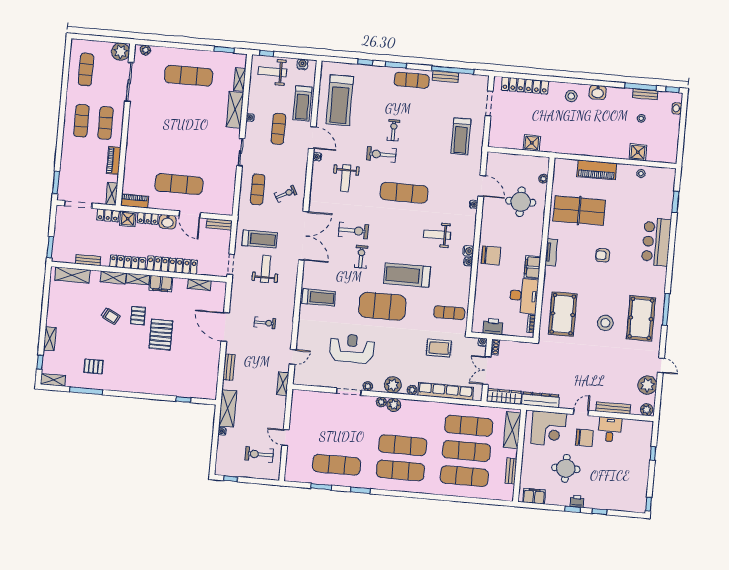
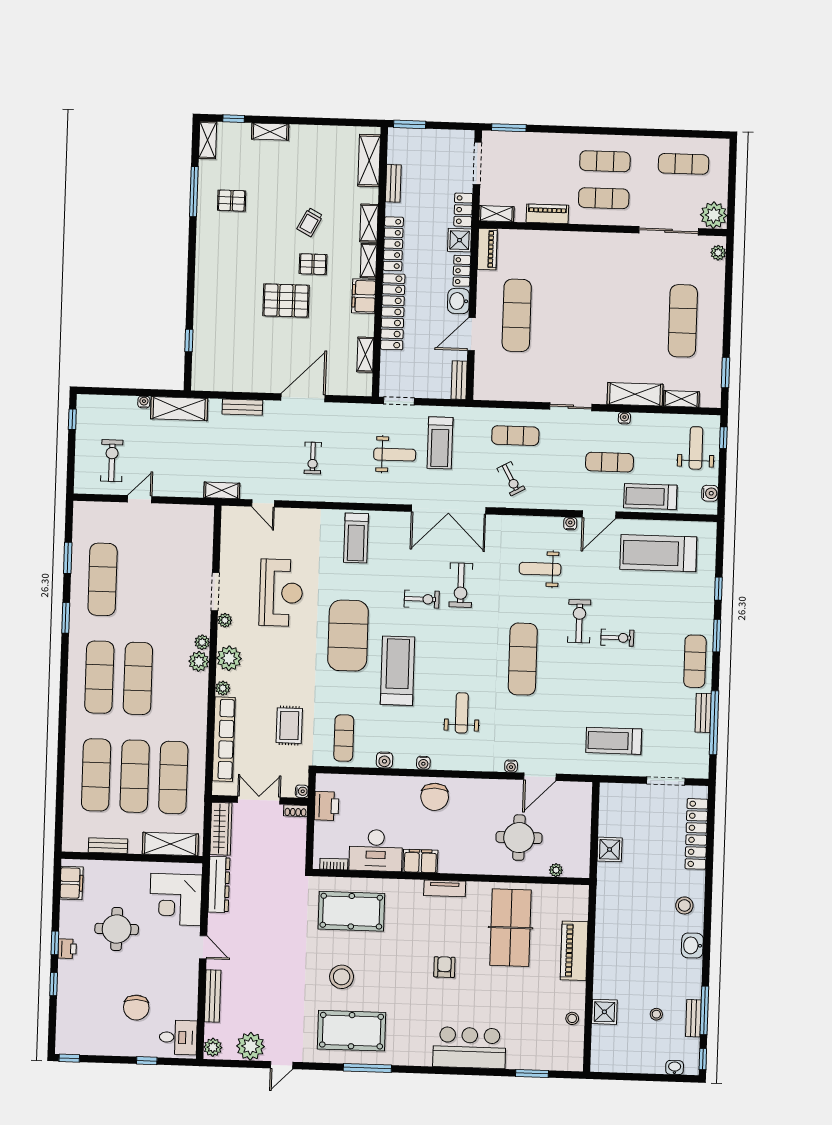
water cooler: (468, 251) -> (385, 760), moved
pallet: (93, 366) -> (232, 201), turned 90
desk: (610, 429) -> (178, 1037), moved
chair: (584, 438) -> (136, 1008), moved

